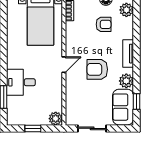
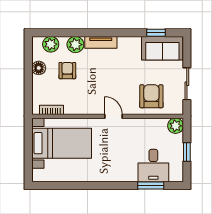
armchair: (97, 69) -> (151, 96), moved, turned 180
plant: (126, 81) -> (75, 45), moved
desk: (21, 82) -> (153, 166), moved

